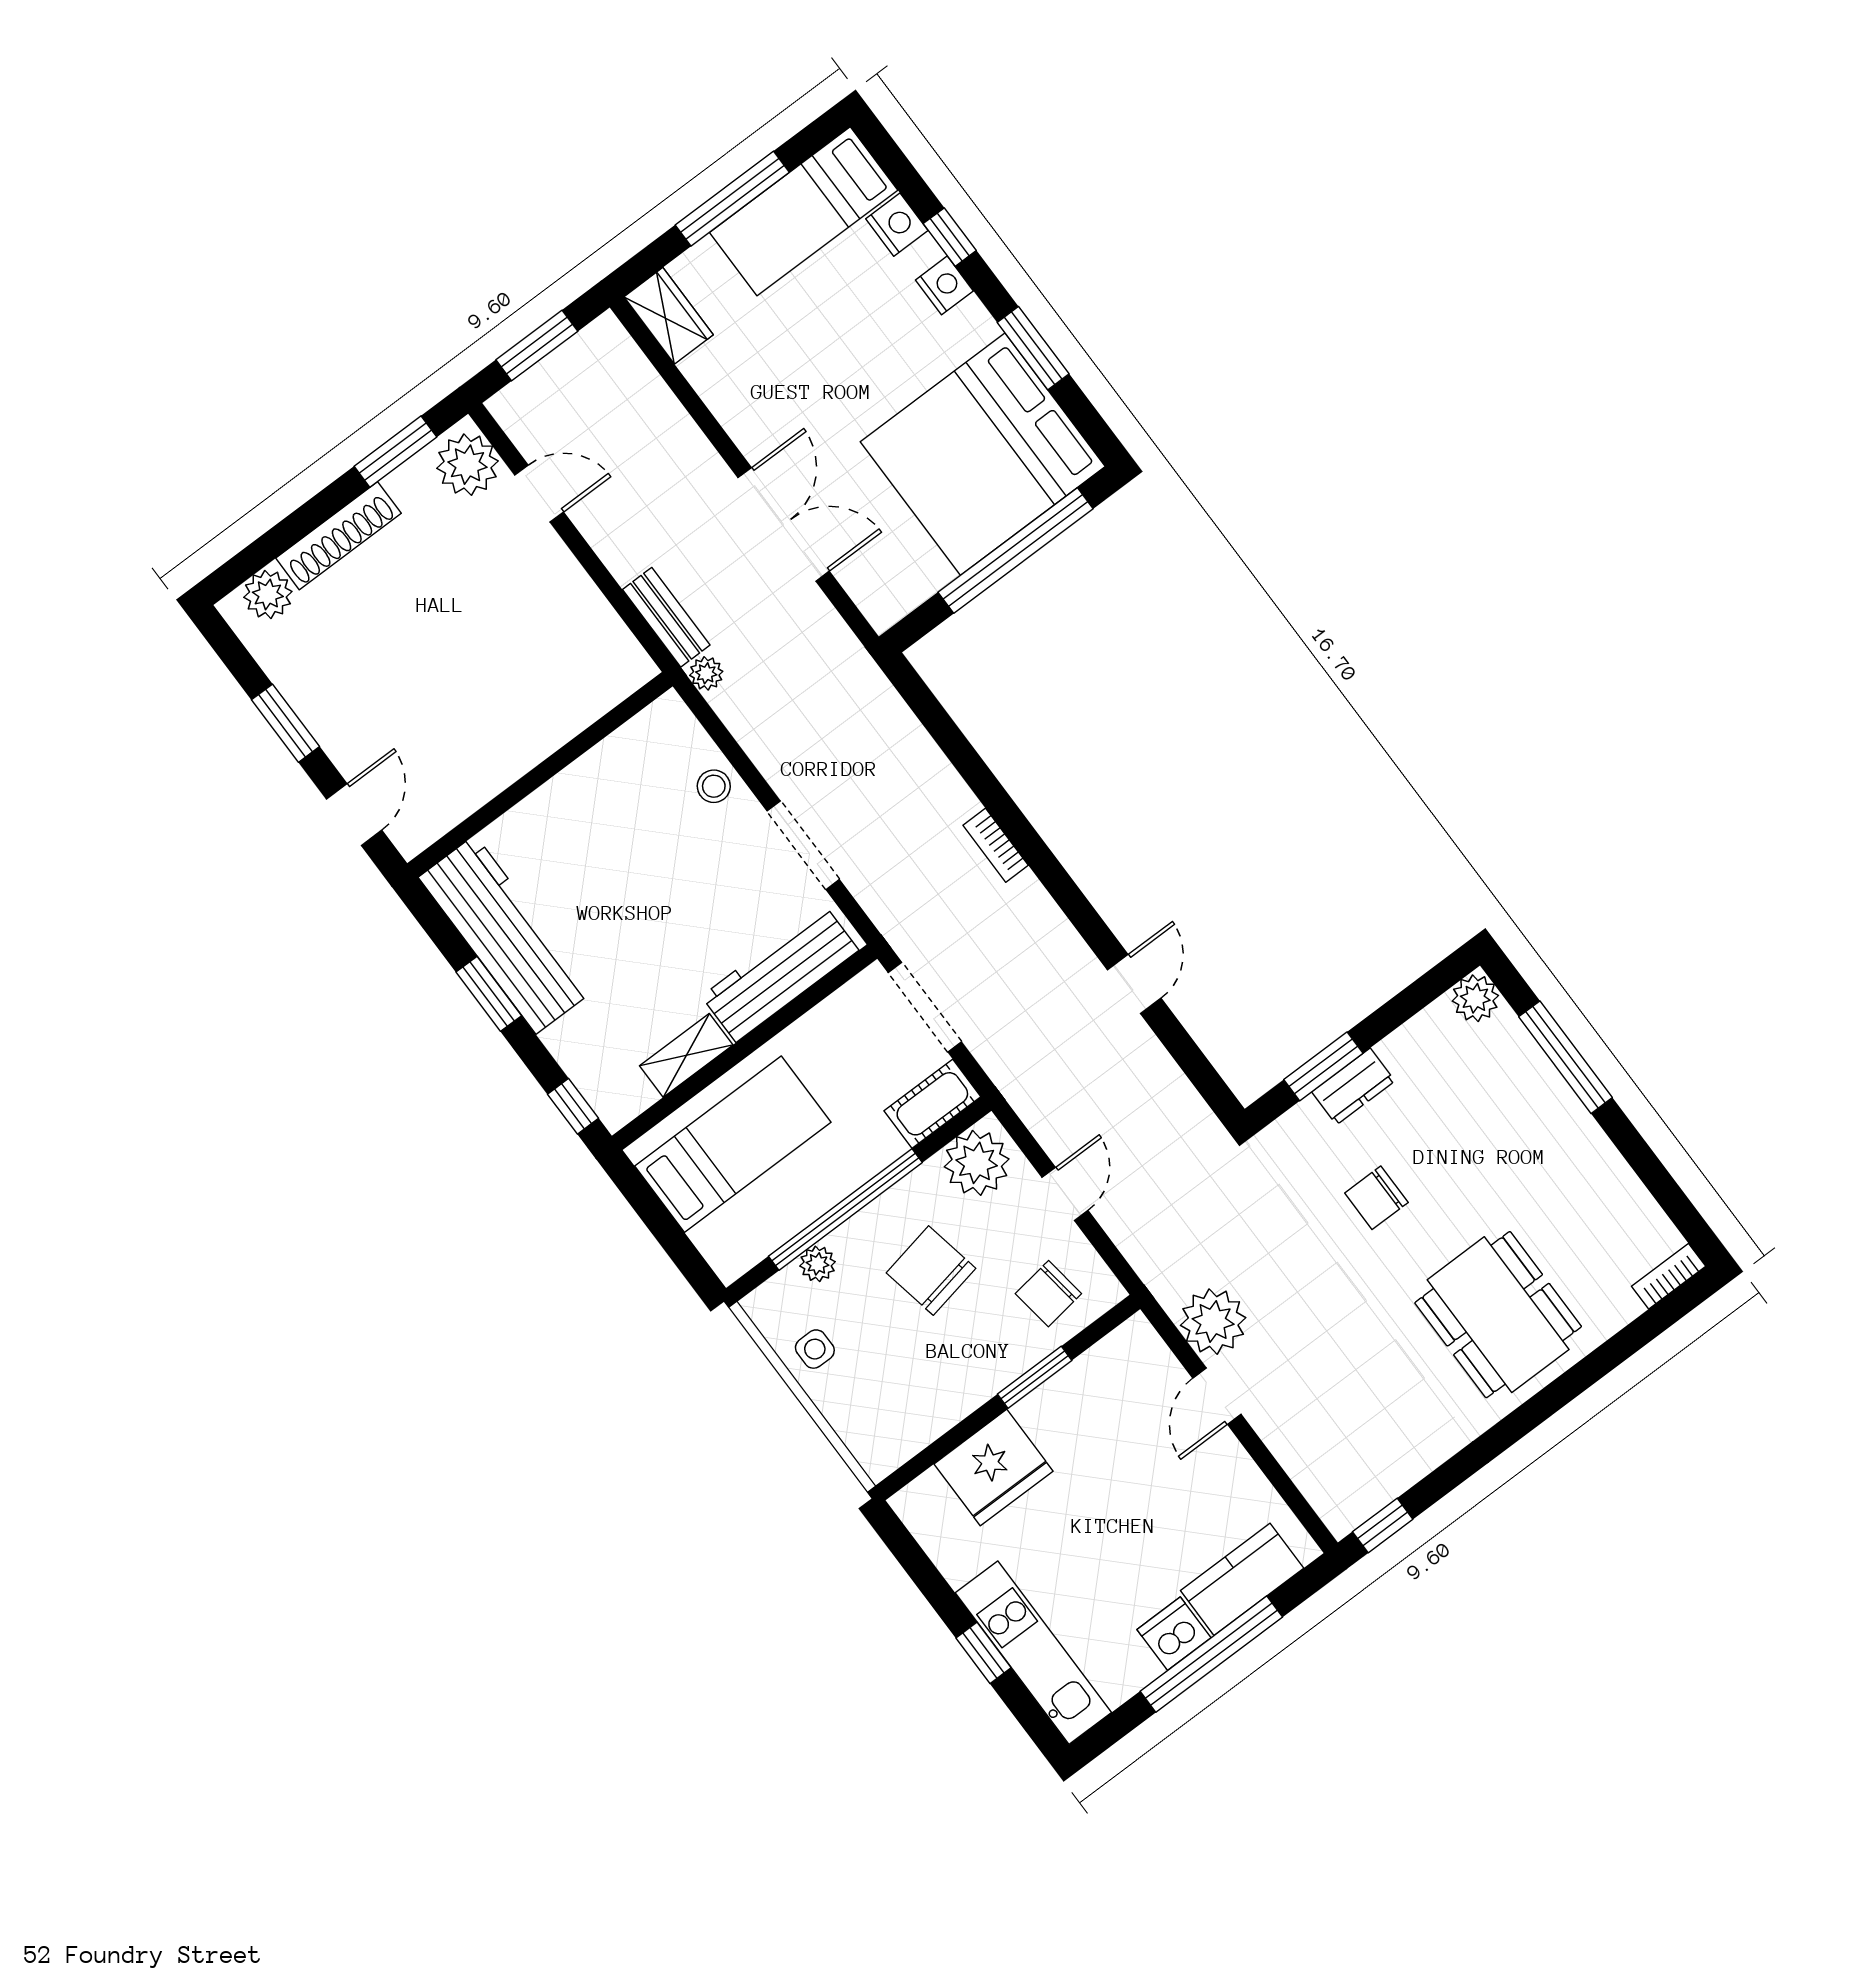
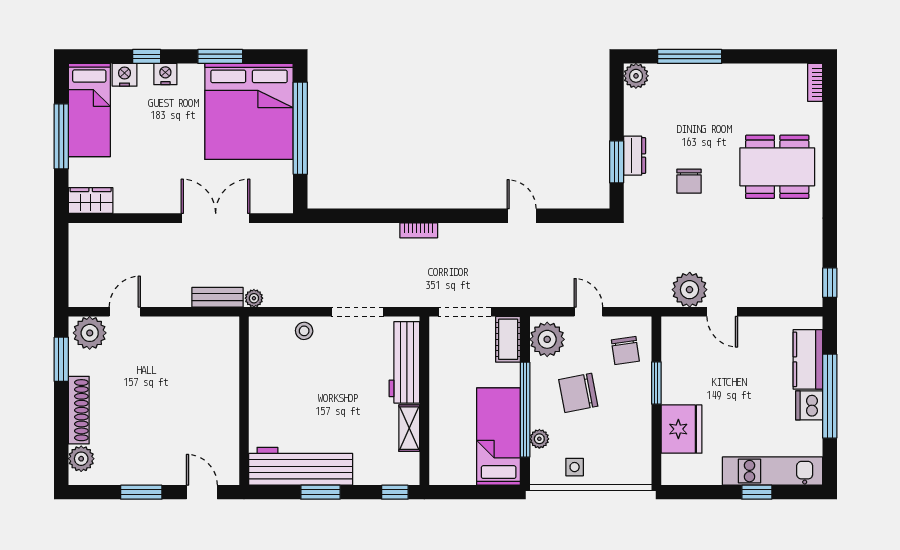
window: (537, 345) -> (61, 266), removed
bed: (733, 1144) -> (499, 437), moved

